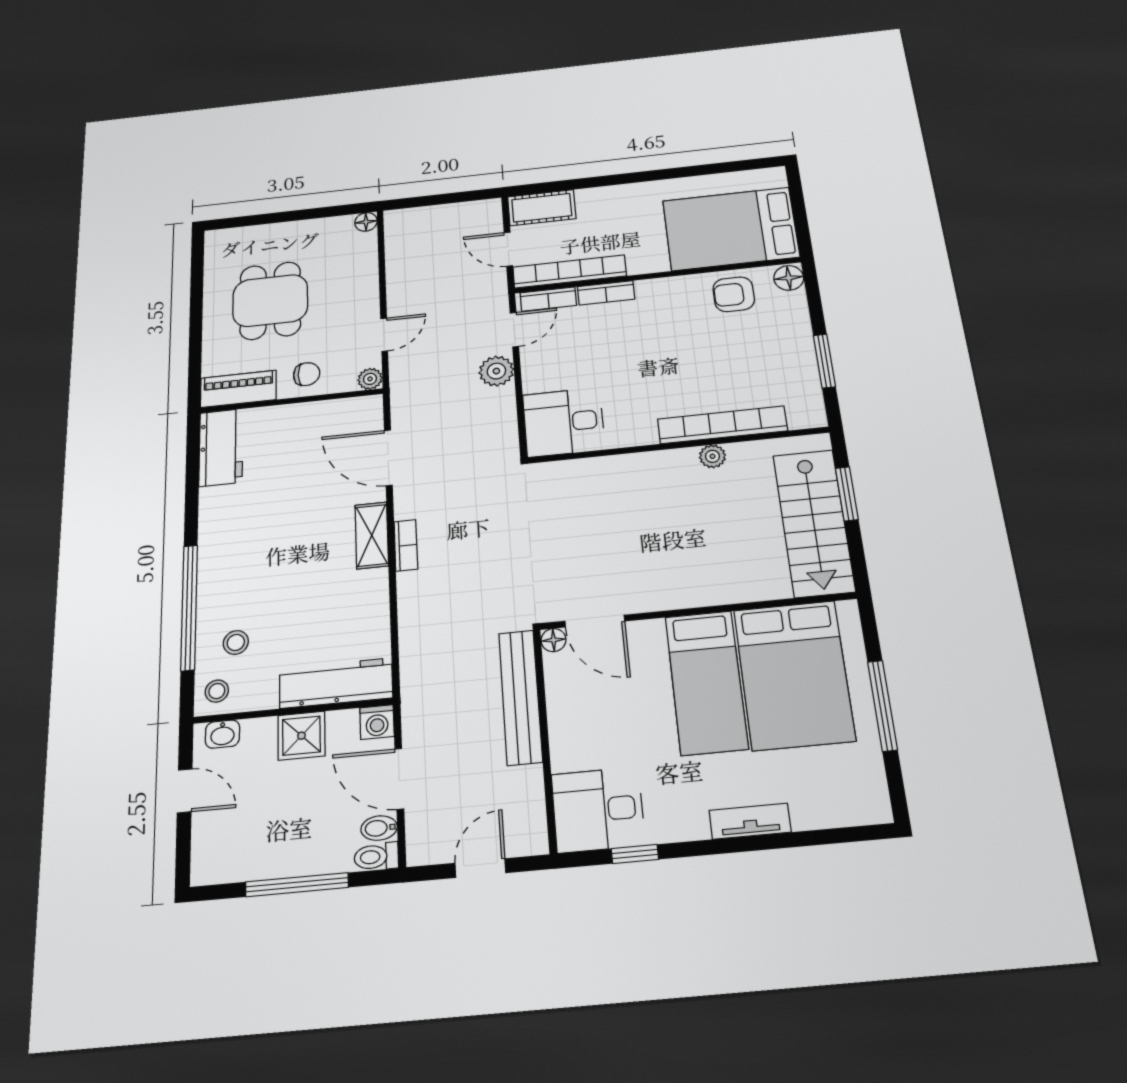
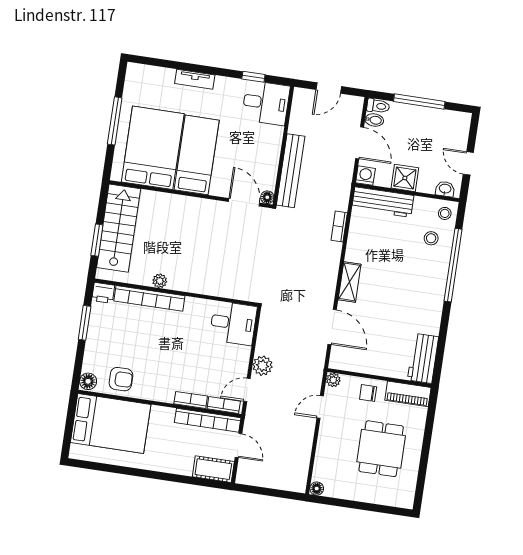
printer: (807, 414) -> (103, 293), added
bookcase: (406, 545) -> (339, 227), moved

